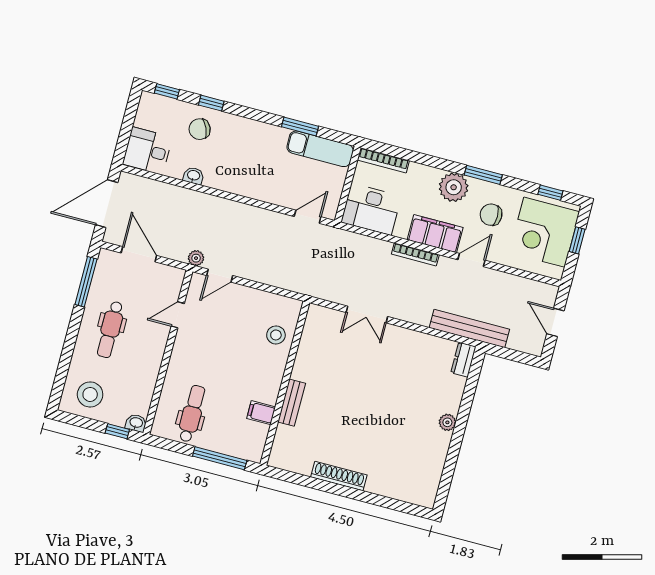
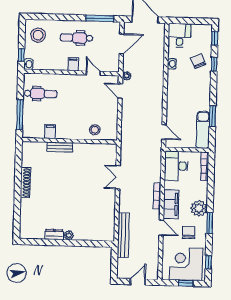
filing cabinet: (154, 346) -> (73, 64), added
dresser: (463, 360) -> (54, 235), moved

